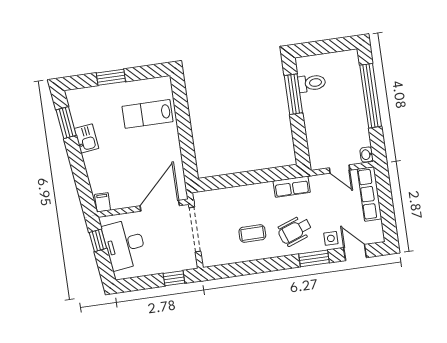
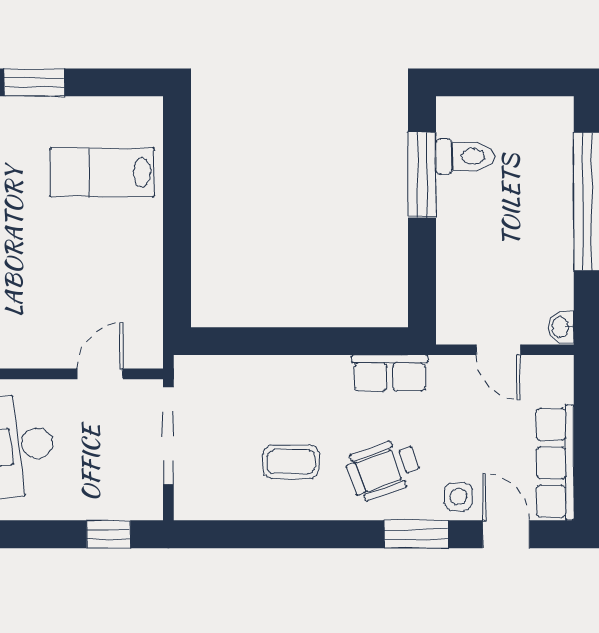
row of seats: (369, 194) -> (555, 463), moved
door: (160, 206) -> (100, 374), width x0.53

